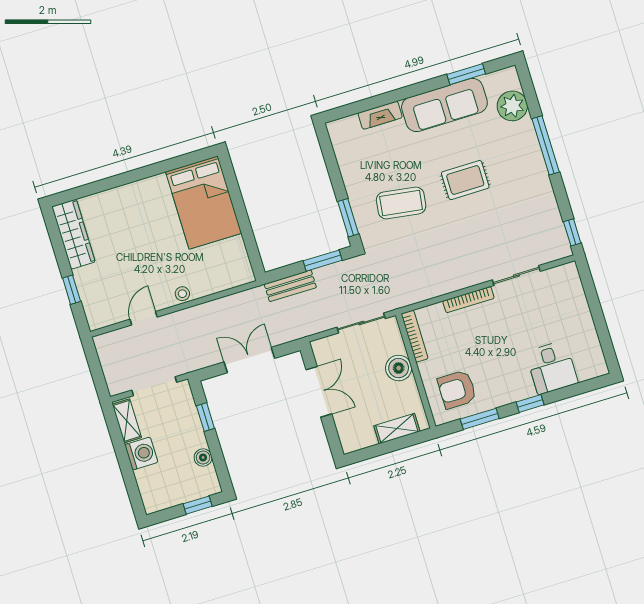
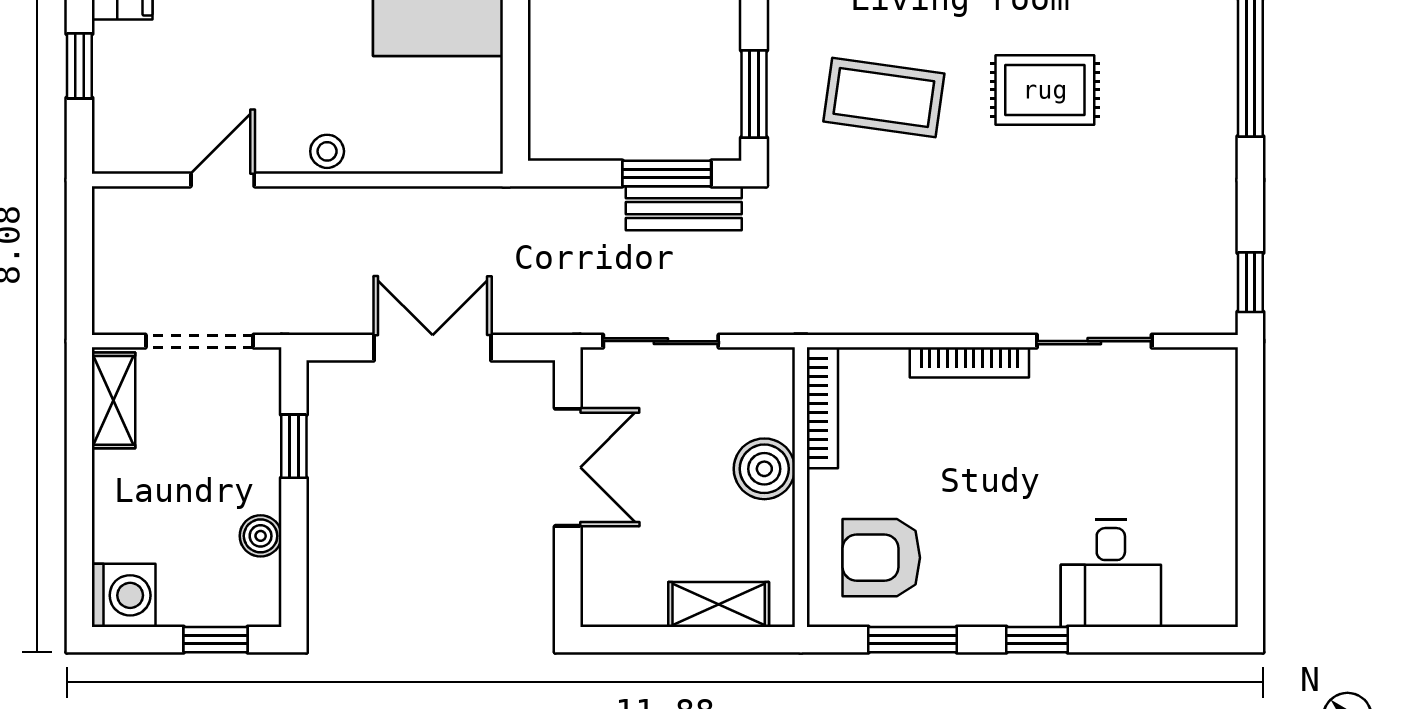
bench: (290, 286) -> (684, 208), moved
sliding door: (361, 323) -> (661, 341), moved
washing machine: (141, 454) -> (124, 595), moved

